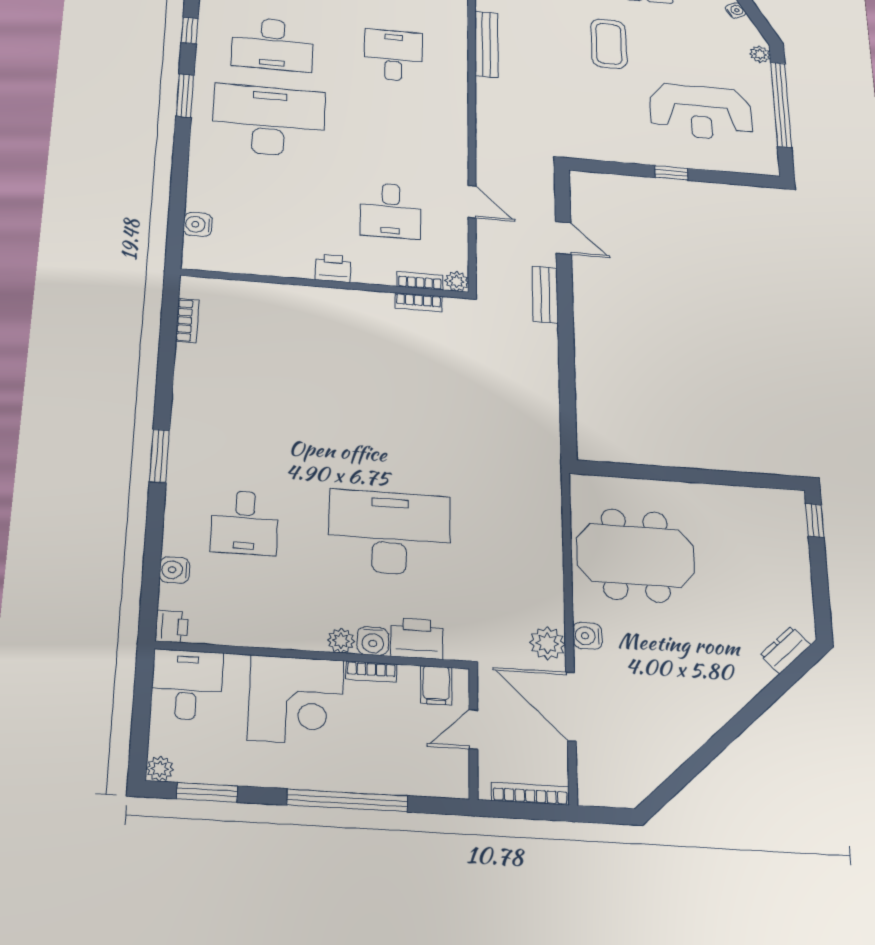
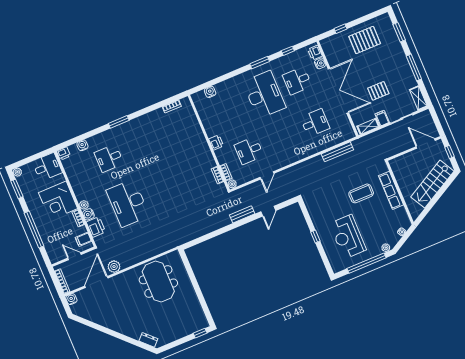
desk: (273, 44) -> (297, 81), width x0.73
desk: (389, 533) -> (128, 203), turned 180
water cooler: (587, 636) -> (71, 299), moved

